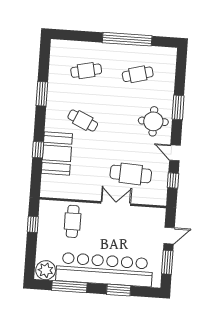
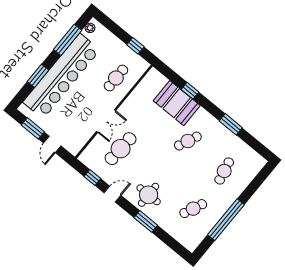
cafe table: (138, 74) -> (193, 209), turned 39
cafe table: (73, 221) -> (116, 78), turned 90
plant: (46, 270) -> (90, 28), width x0.53, depth x0.53

